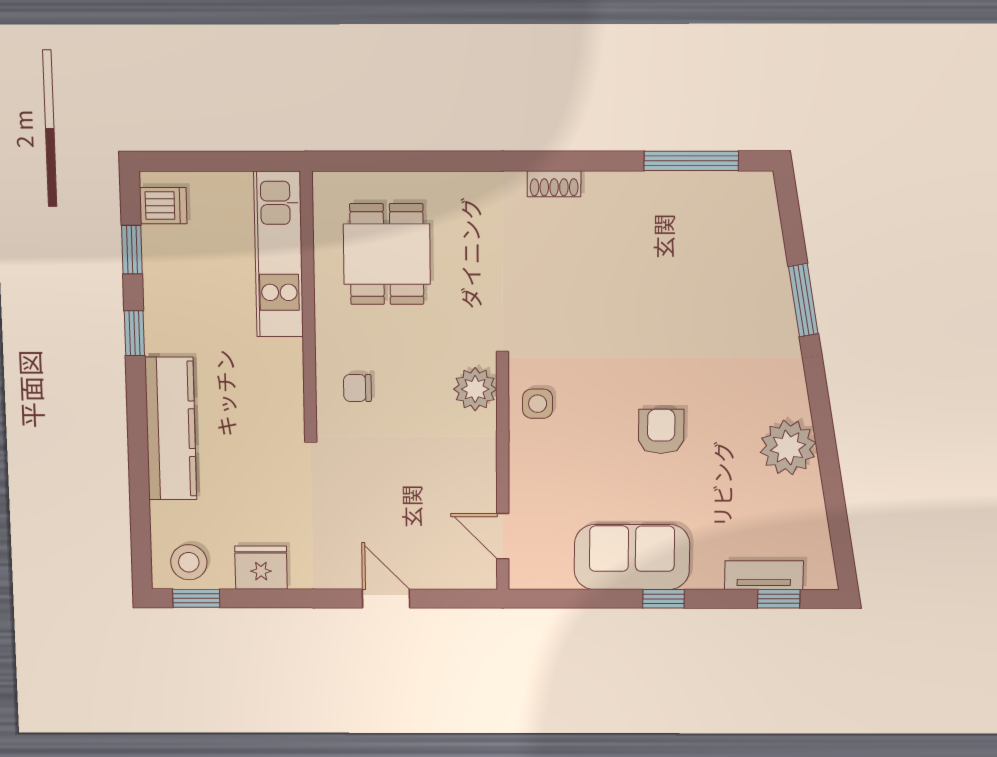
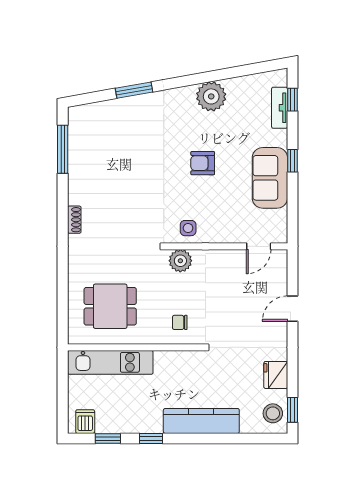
chair: (357, 388) -> (180, 322), turned 90

